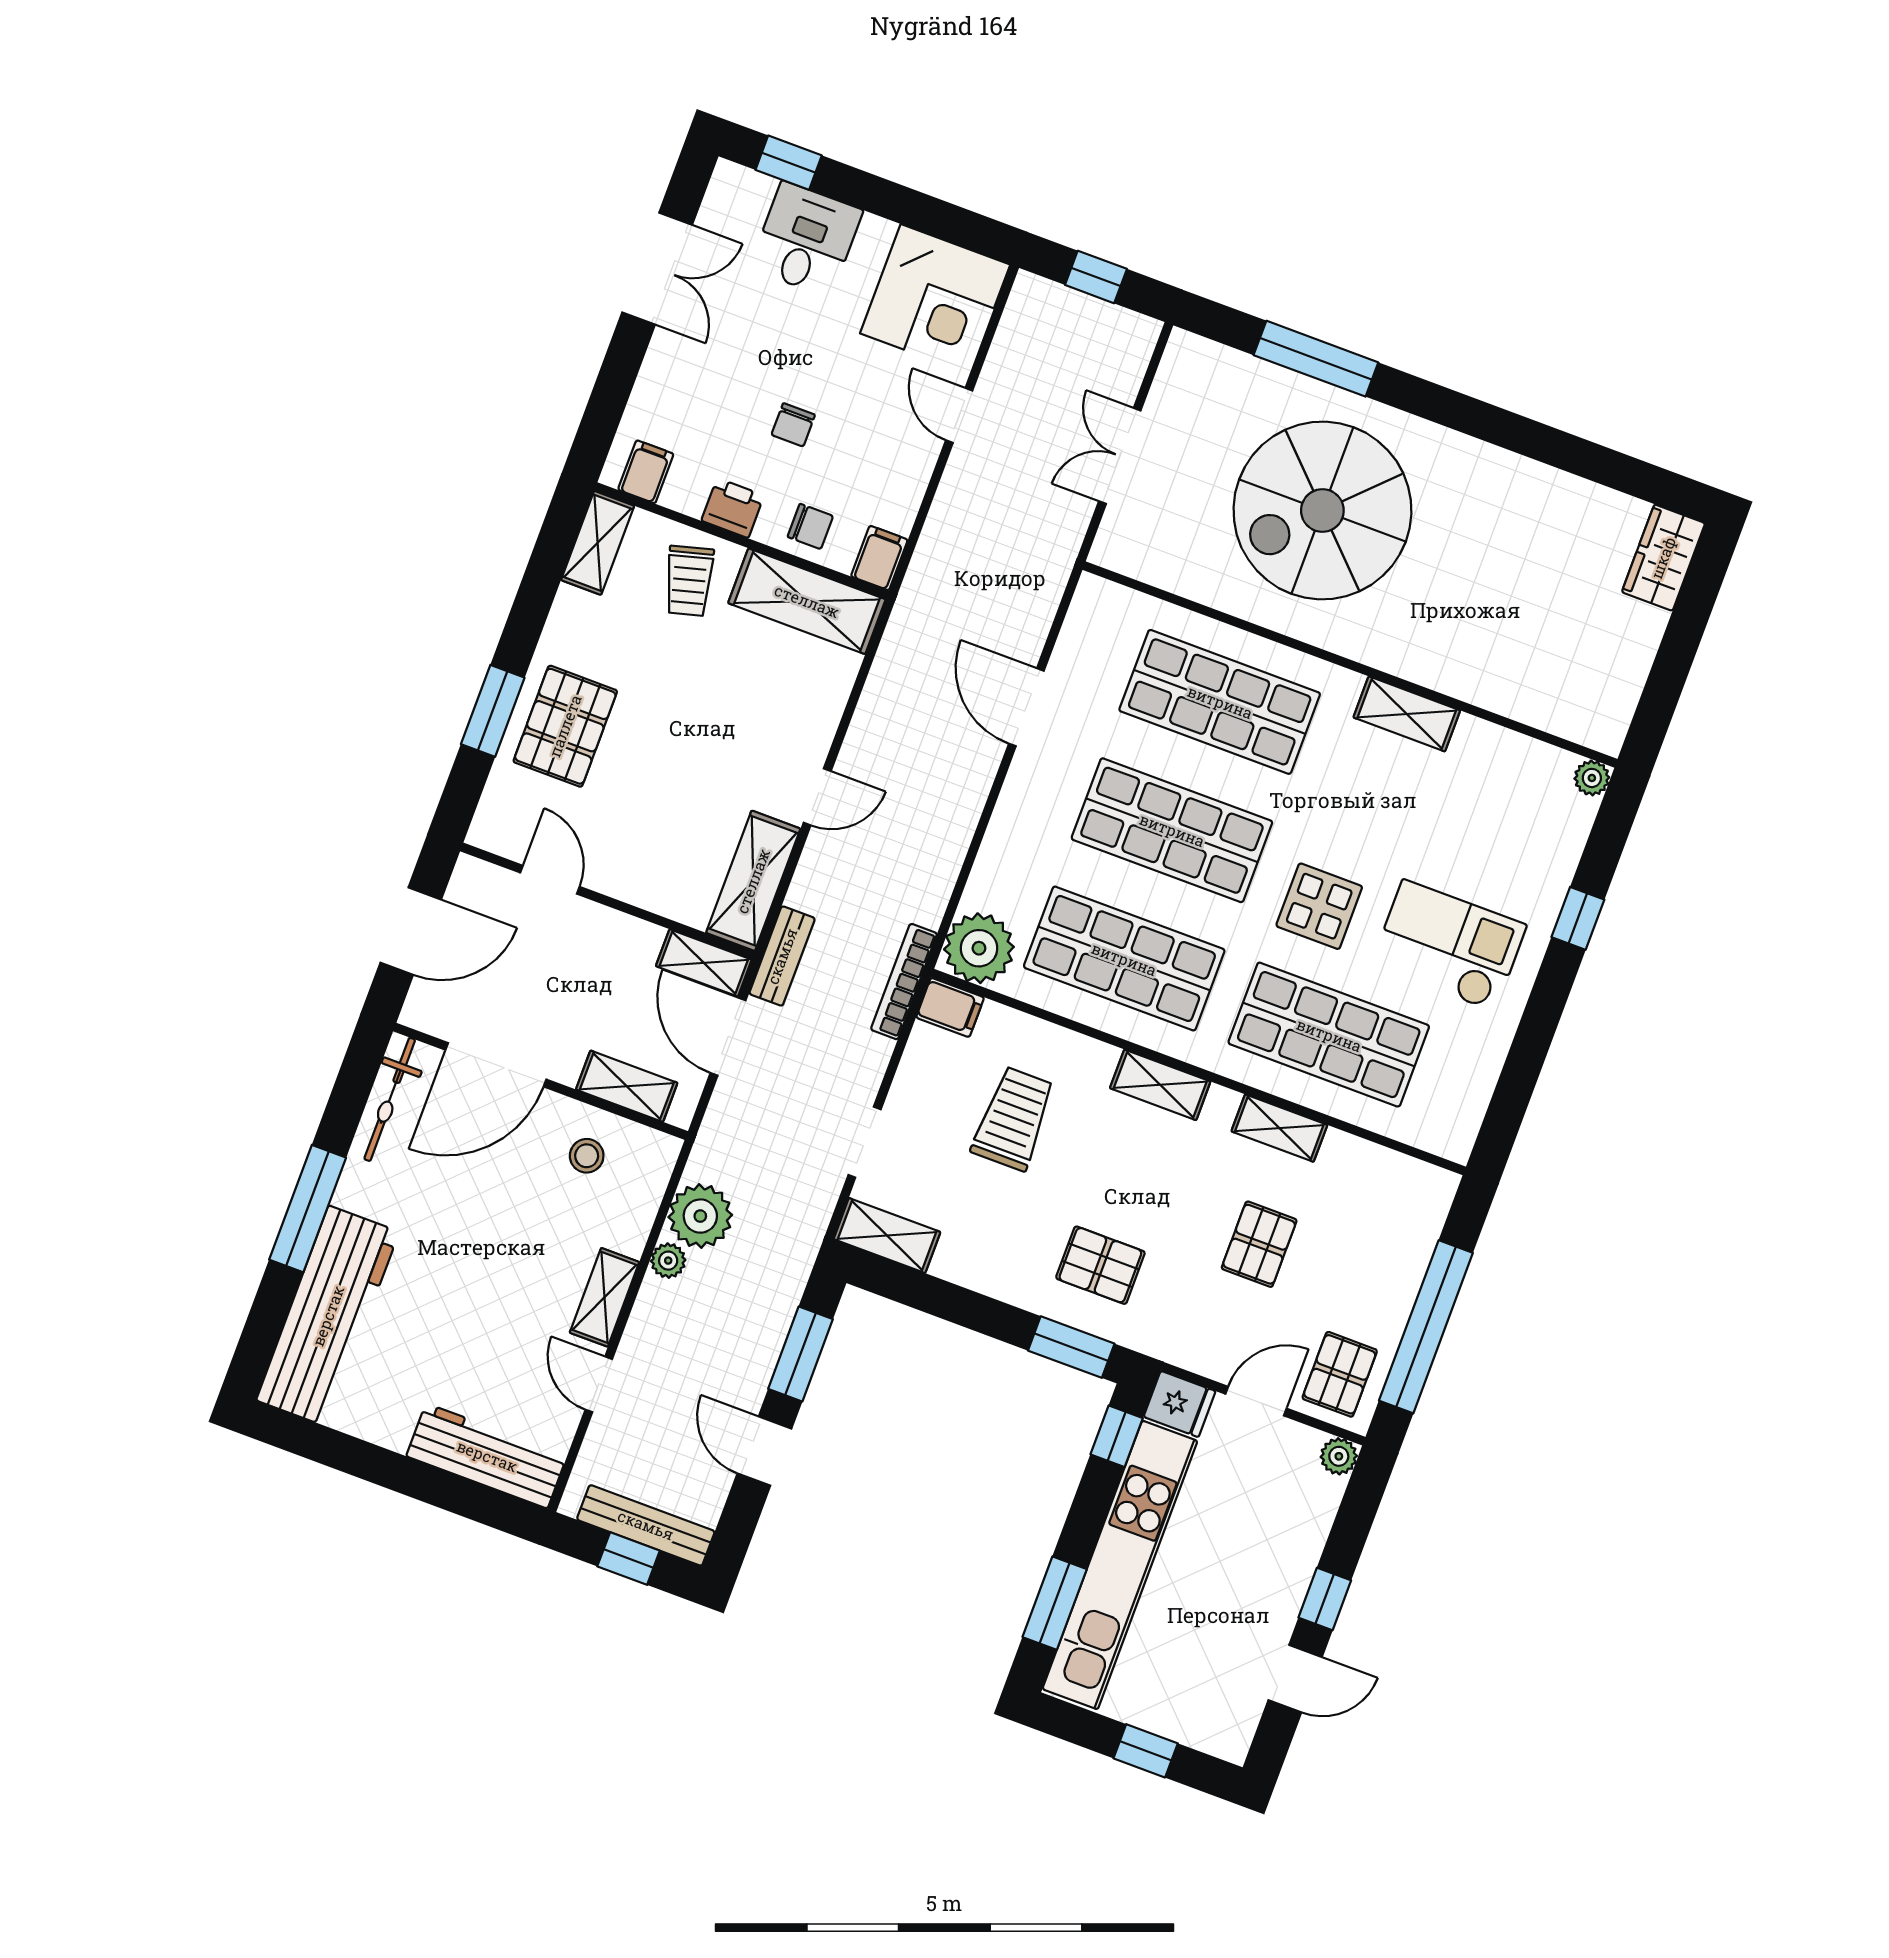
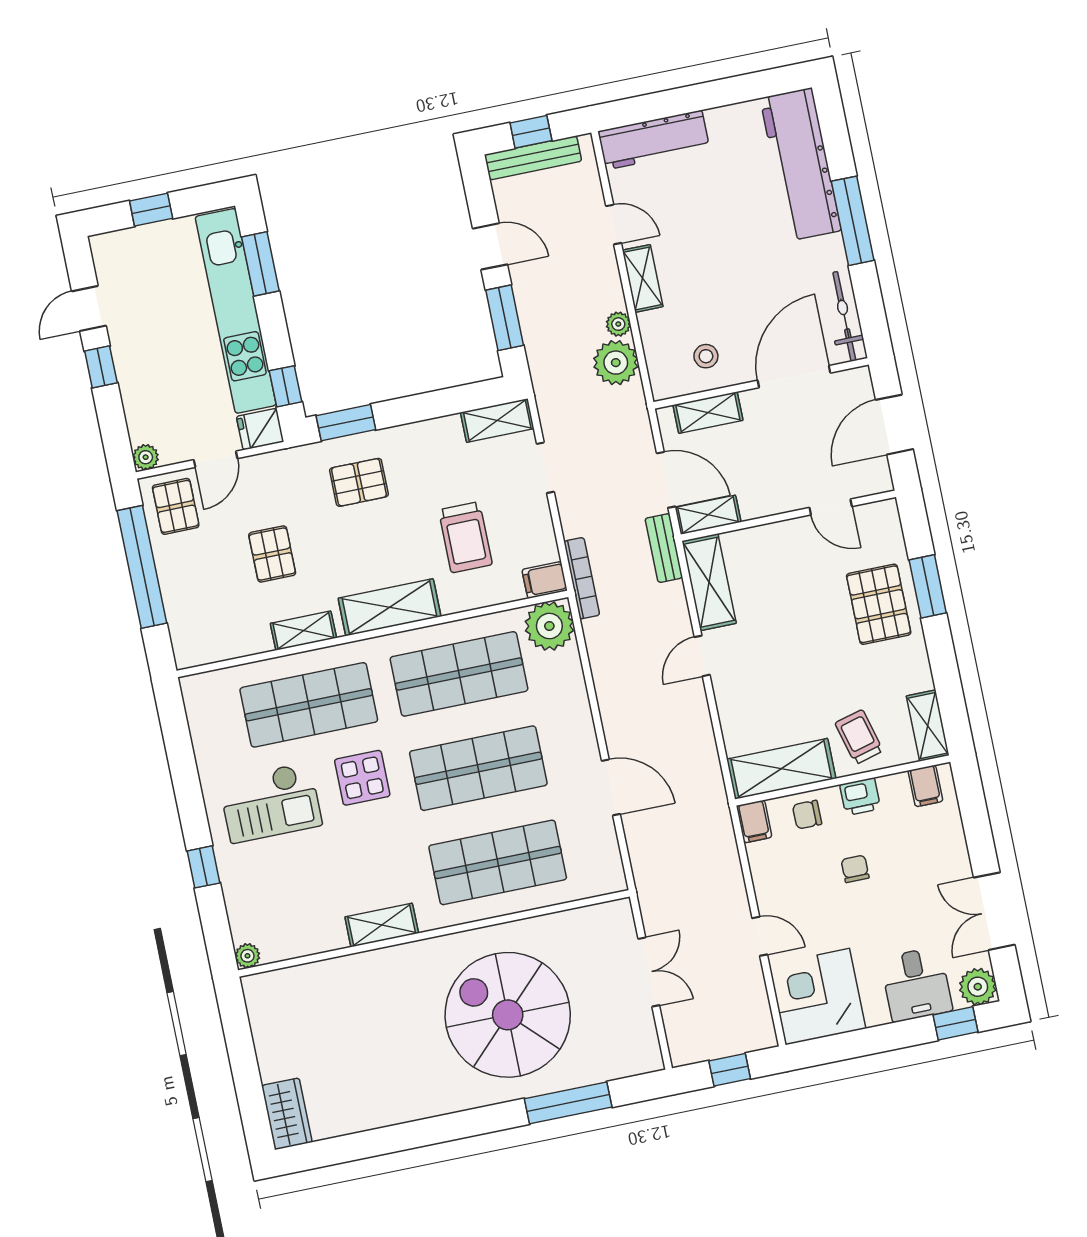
plant: (734, 190) -> (978, 987), added
spiral stairs: (1322, 510) -> (508, 1015), turned -90
shelving: (1160, 1085) -> (389, 607), width x1.50, depth x1.33

